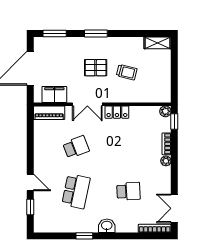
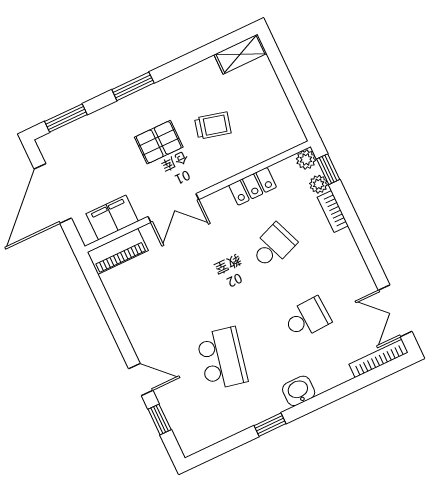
locker: (117, 112) -> (253, 186), moved
school desk: (76, 147) -> (273, 246), moved
plant: (166, 161) -> (319, 184), moved

